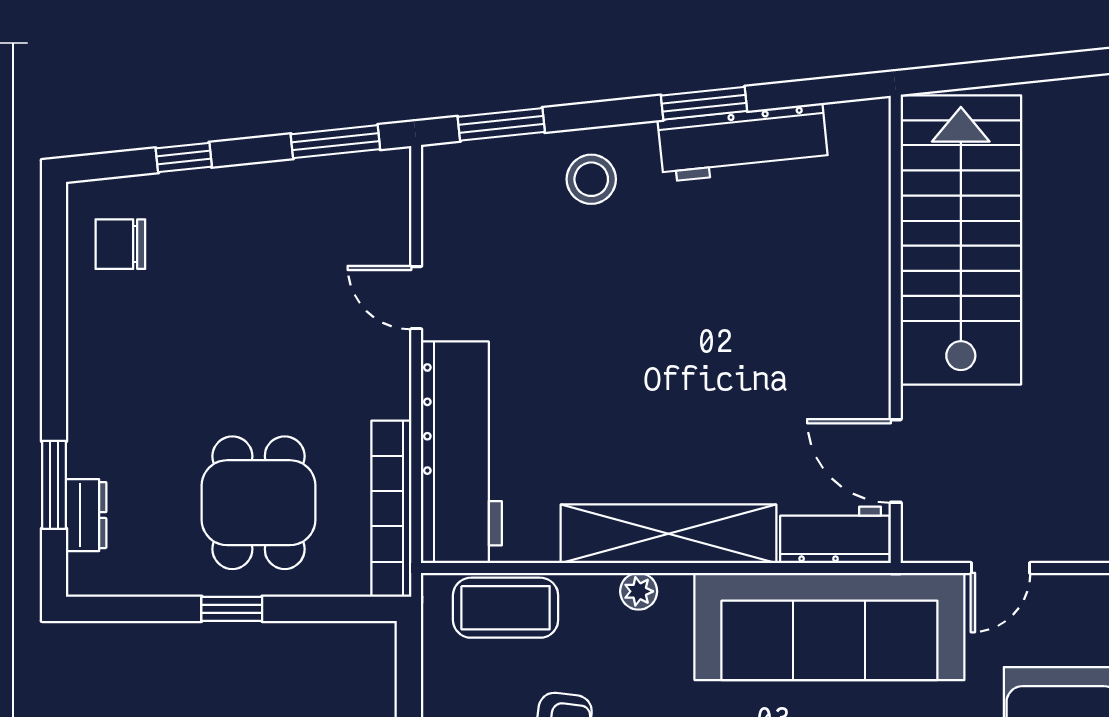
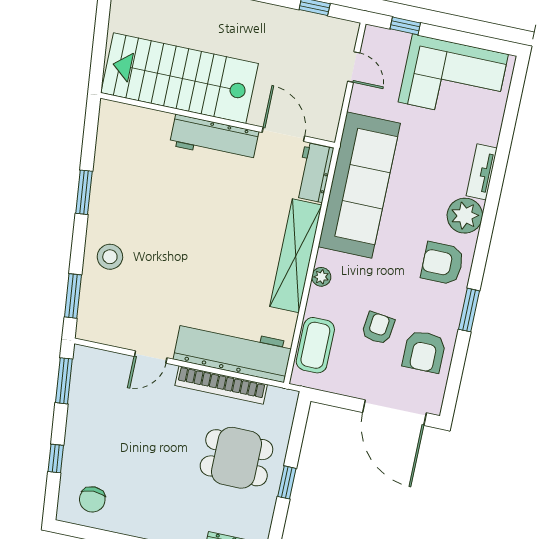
workbench: (743, 143) -> (214, 138), moved, turned 96
door: (896, 461) -> (283, 134), swing flipped
bookcase: (391, 509) -> (221, 385), moved
door: (1001, 568) -> (354, 67), moved

